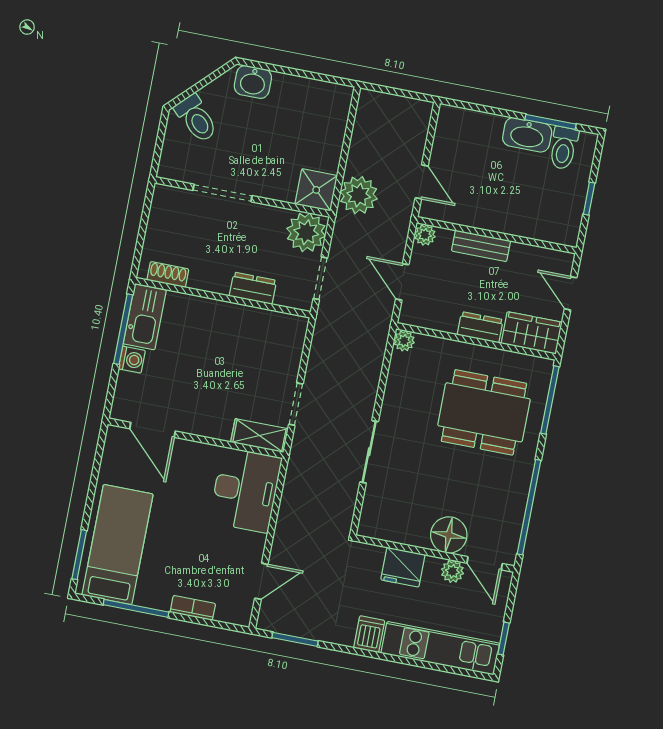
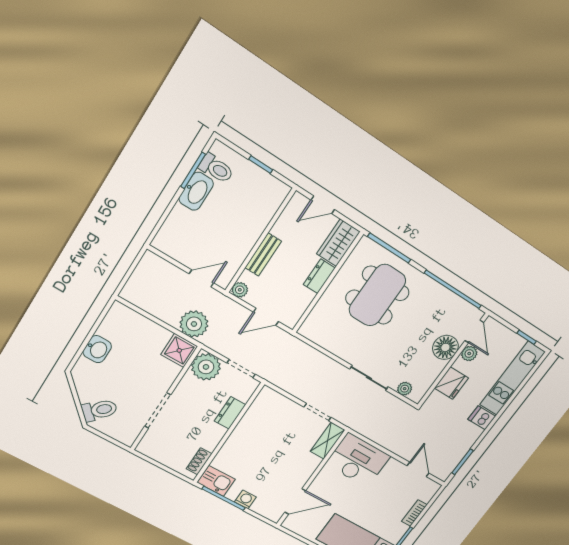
washbasin: (253, 82) -> (97, 349), moved
kitchen sink: (145, 317) -> (216, 481), width x0.73
plant: (404, 341) -> (405, 389), moved
door: (485, 563) -> (474, 332), hinge flipped

